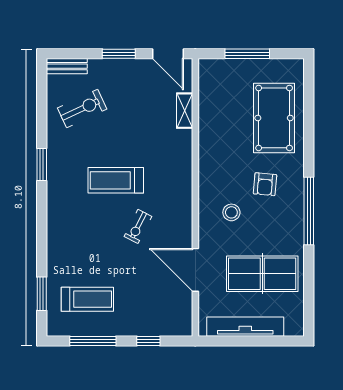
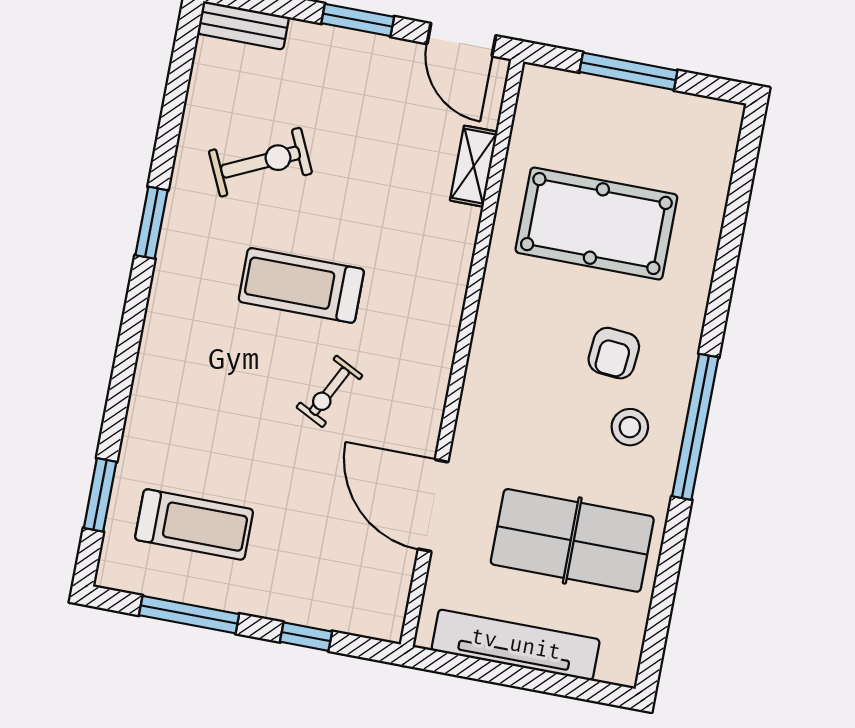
exercise bike: (82, 109) -> (260, 162), moved
pool table: (274, 118) -> (596, 224), moved, turned 90
stool: (231, 212) -> (630, 427), moved

